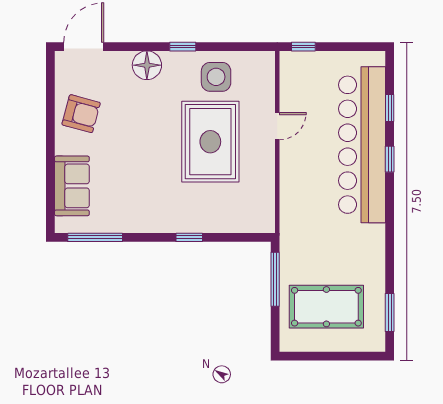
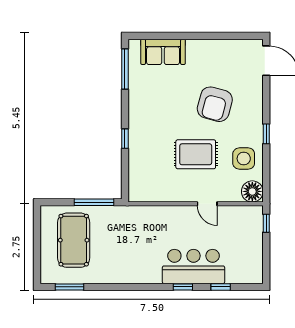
floor lamp: (147, 65) -> (252, 191), moved
armchair: (81, 114) -> (215, 104), moved, width x1.36, depth x1.36
rug: (210, 142) -> (196, 154), width x0.73, depth x0.69
bar counter: (362, 145) -> (193, 266), width x0.54

